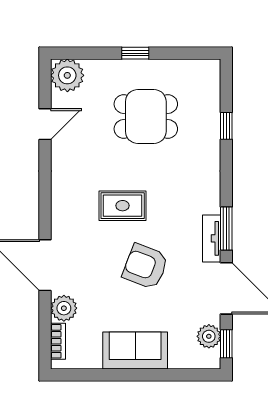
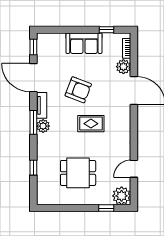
window: (135, 53) -> (106, 208), moved
window: (226, 228) -> (33, 122), moved
plant: (209, 336) -> (43, 126), moved
window: (94, 375) -> (107, 30), added

